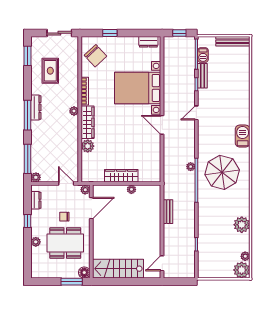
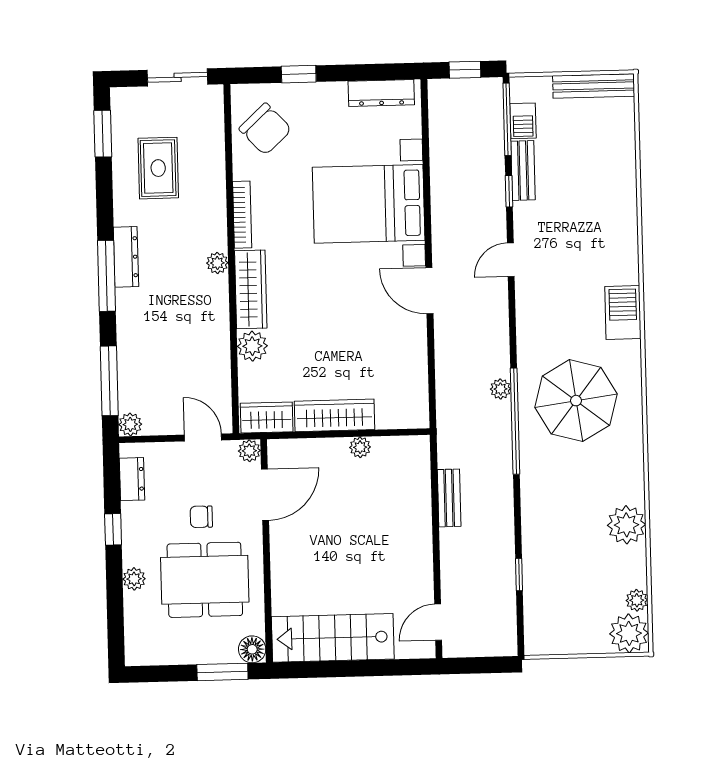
dresser: (148, 42) -> (381, 93), width x1.44
wardrobe: (93, 176) -> (267, 417), added

